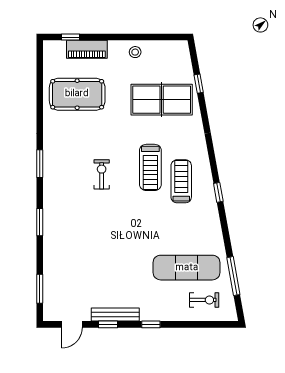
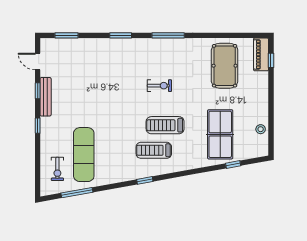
piano: (87, 49) -> (261, 54), moved
stool: (135, 52) -> (261, 129), moved
window: (40, 164) -> (168, 35), width x1.44
treadmill: (181, 181) -> (154, 150), turned 180

